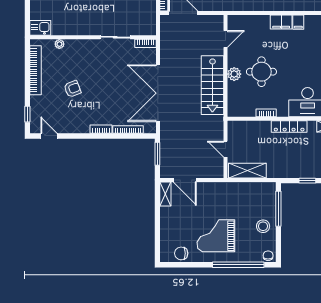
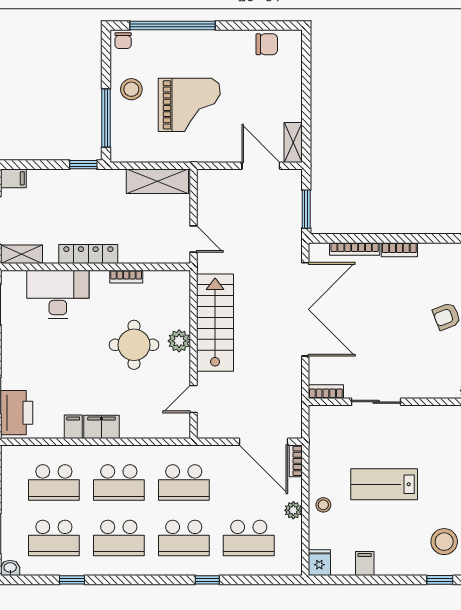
door: (226, 149) -> (193, 239), moved
window: (307, 181) -> (83, 165), moved
grand piano: (216, 236) -> (189, 105), moved

